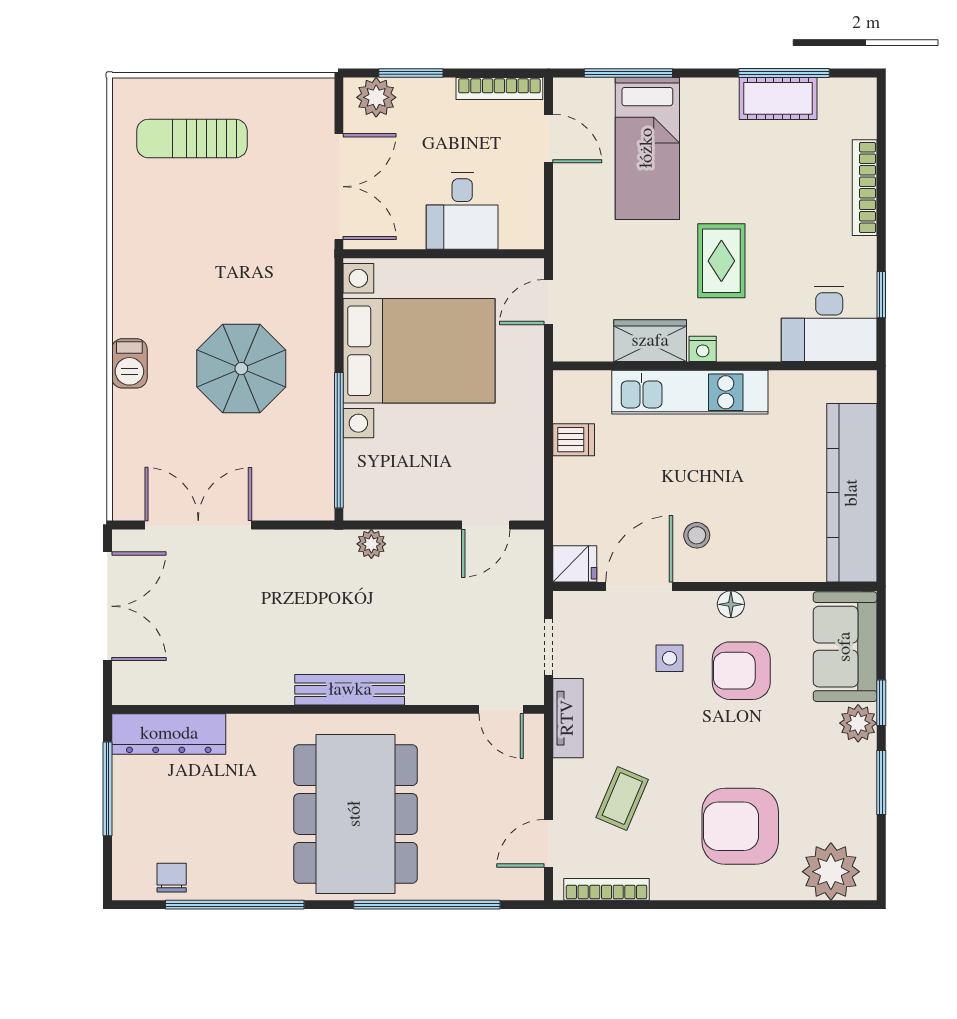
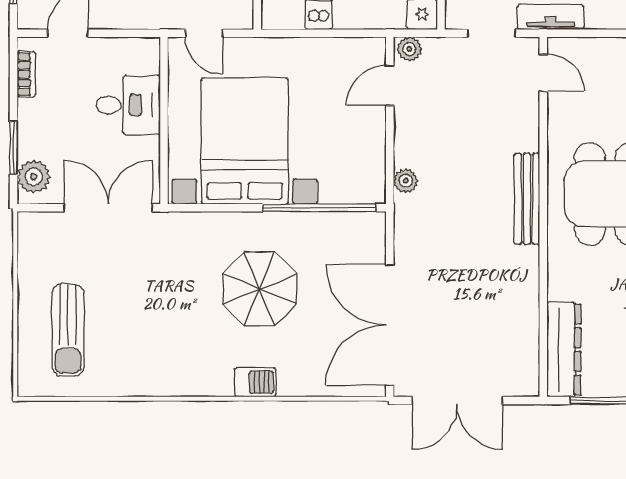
bookcase: (499, 88) -> (26, 74), width x0.64
double door: (198, 525) -> (390, 325), width x1.36
door: (486, 525) -> (390, 85), swing flipped
plant: (530, 549) -> (409, 49), added
double door: (107, 606) -> (457, 401), swing flipped
door: (501, 709) -> (543, 73), hinge flipped

